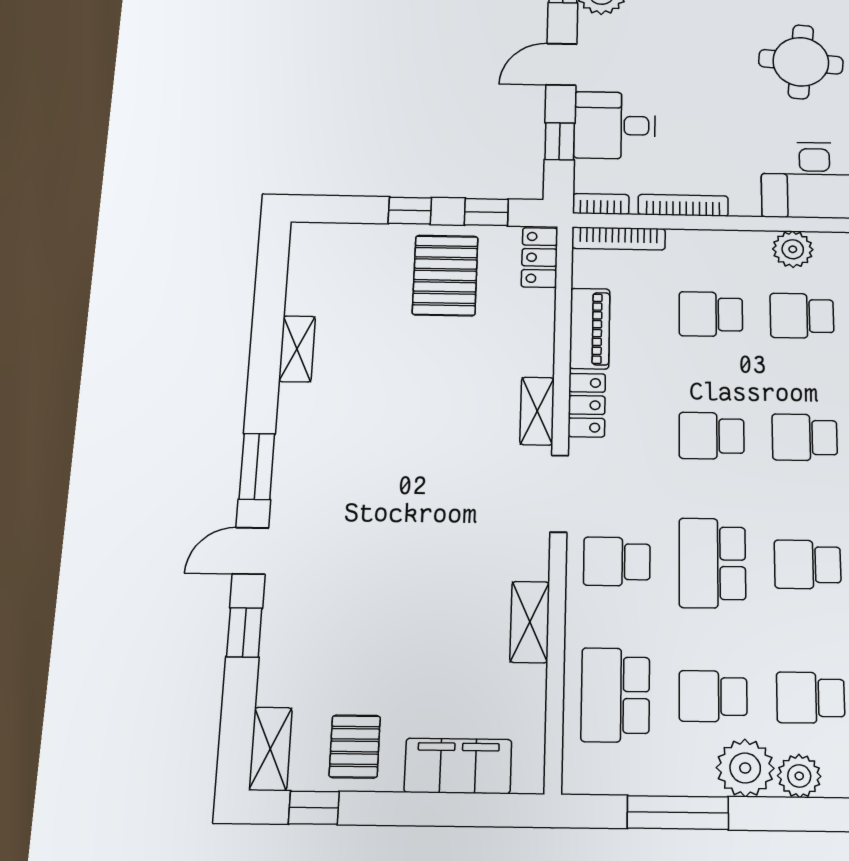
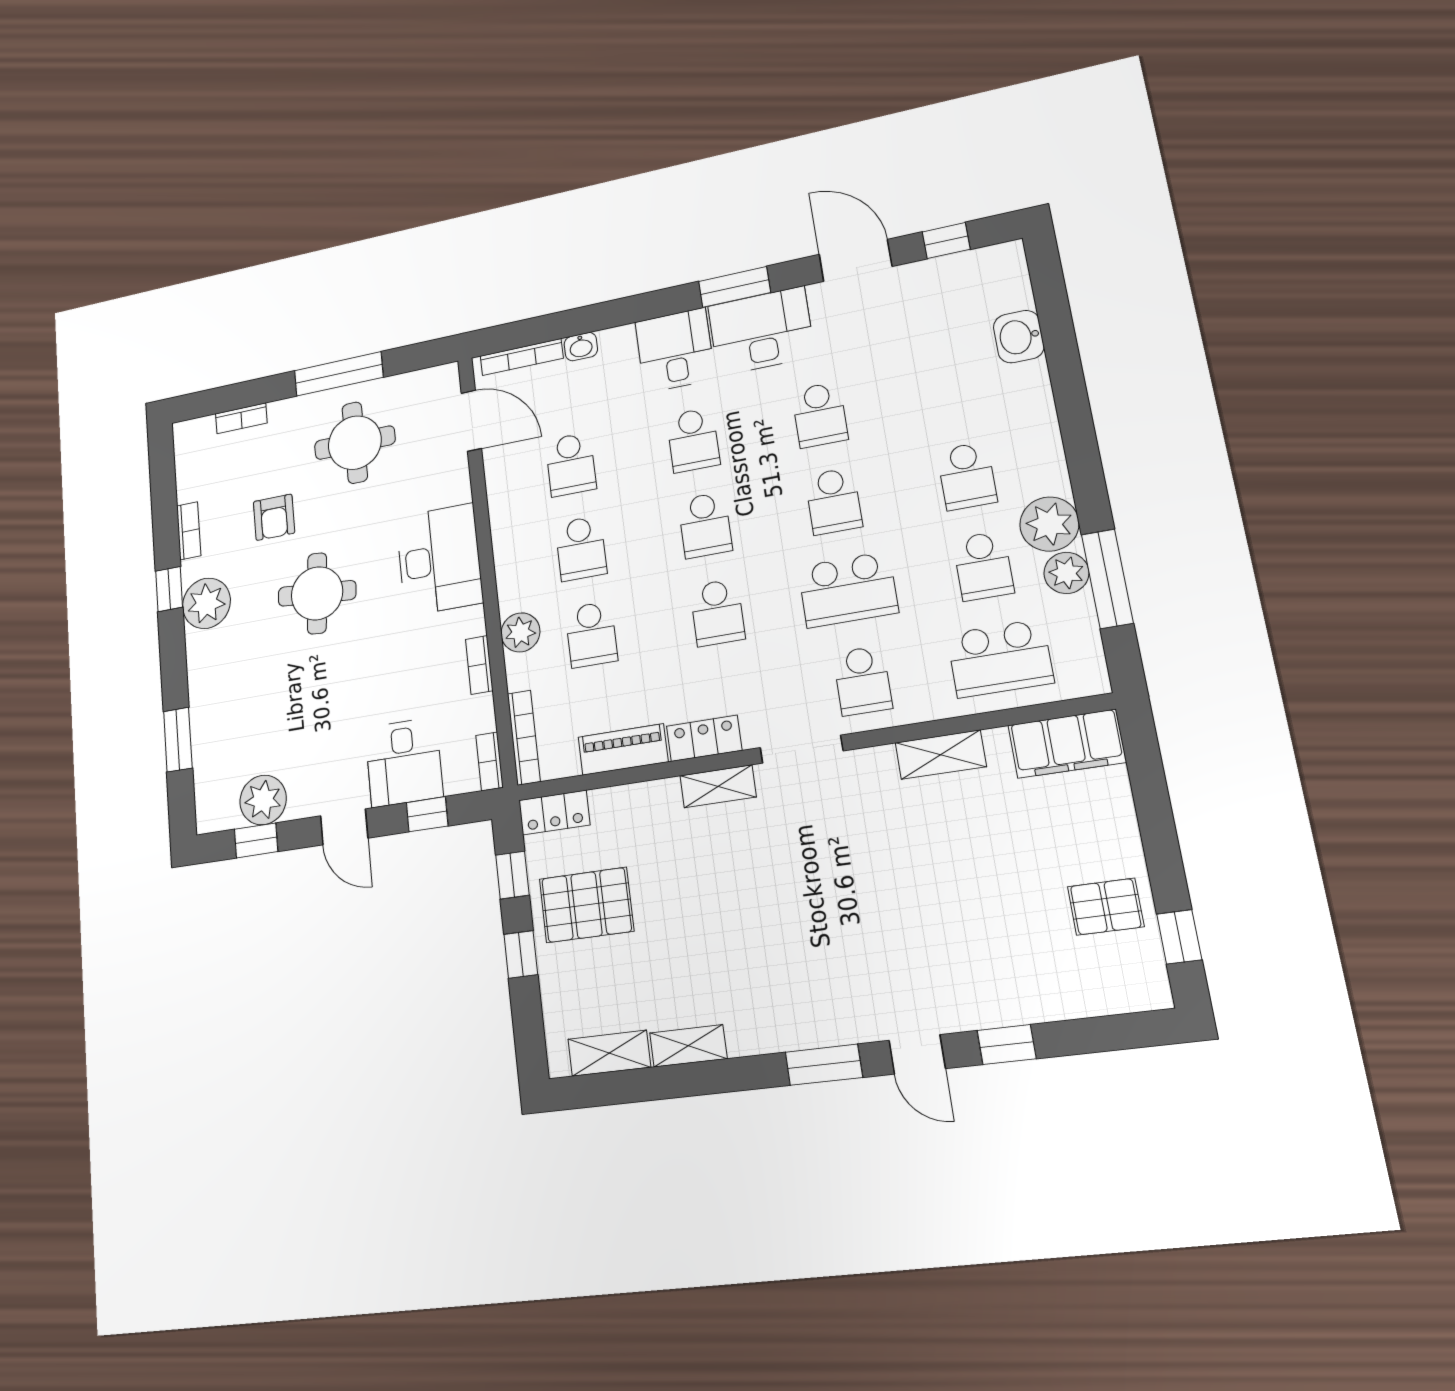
bookcase: (683, 205) -> (479, 665), width x0.64
plant: (793, 249) -> (520, 632), moved
shelving: (270, 749) -> (609, 1053), moved
filing cabinet: (458, 766) -> (1067, 744), moved, turned -90
plant: (799, 776) -> (1066, 573), moved

